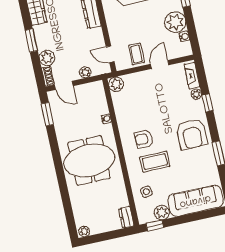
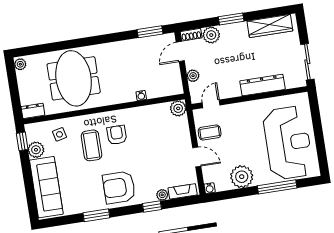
water cooler: (184, 37) -> (210, 188), moved
meeting table: (89, 160) -> (74, 78), moved

